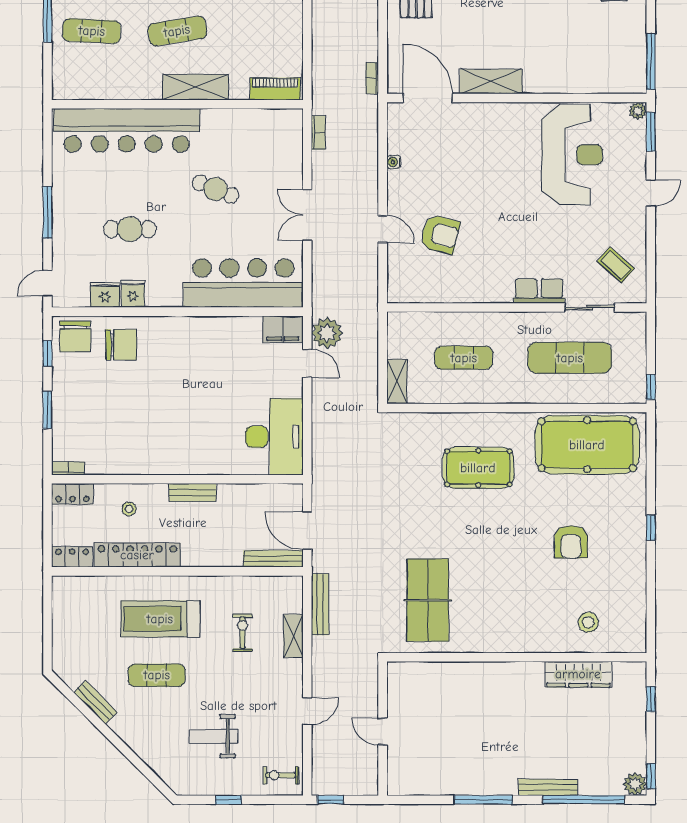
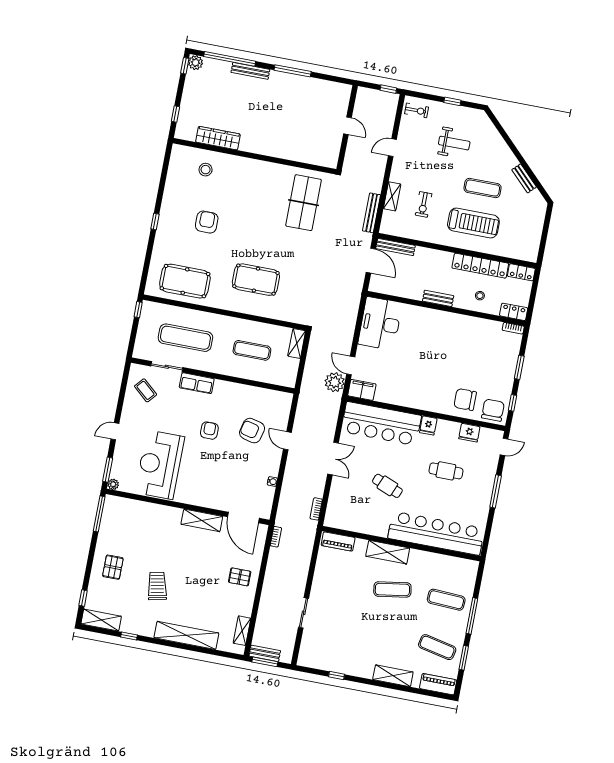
armchair: (506, 222) -> (209, 431), added
fridge: (133, 294) -> (428, 425), moved
pool table: (587, 445) -> (185, 281), width x0.73, depth x0.76

